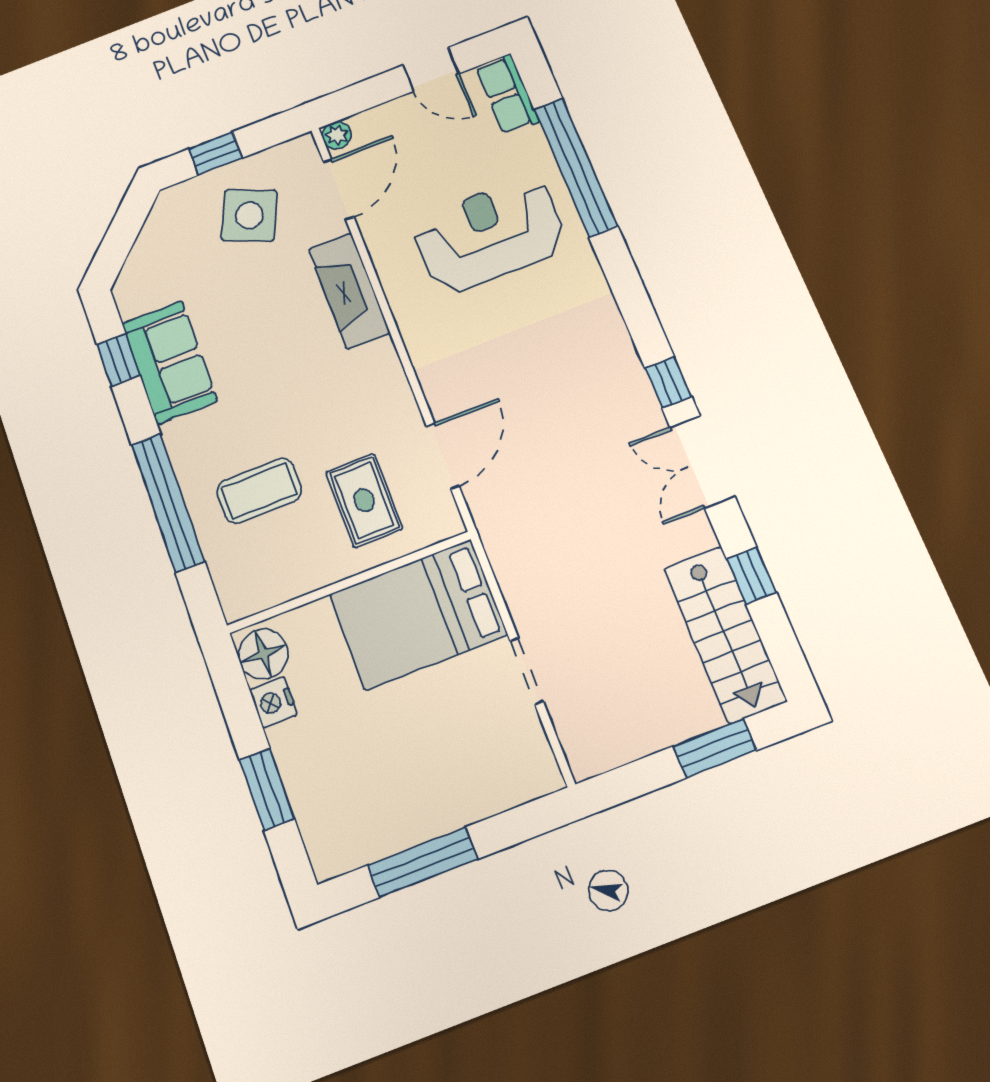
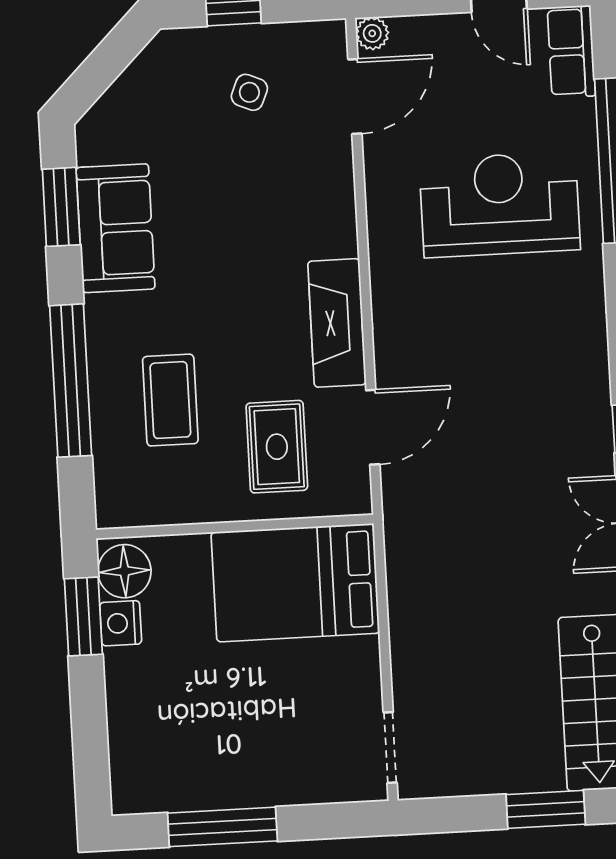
side table: (249, 215) -> (249, 92), width x0.54, depth x0.54
fireplace: (349, 291) -> (337, 323), moved
window: (118, 360) -> (61, 207), width x1.50
coffee table: (259, 491) -> (170, 400), turned 90
doorway: (527, 671) -> (390, 748), moved
window: (267, 789) -> (83, 616), moved

